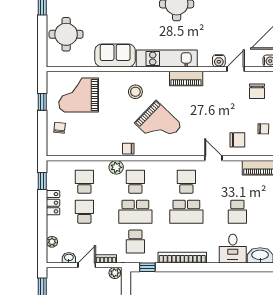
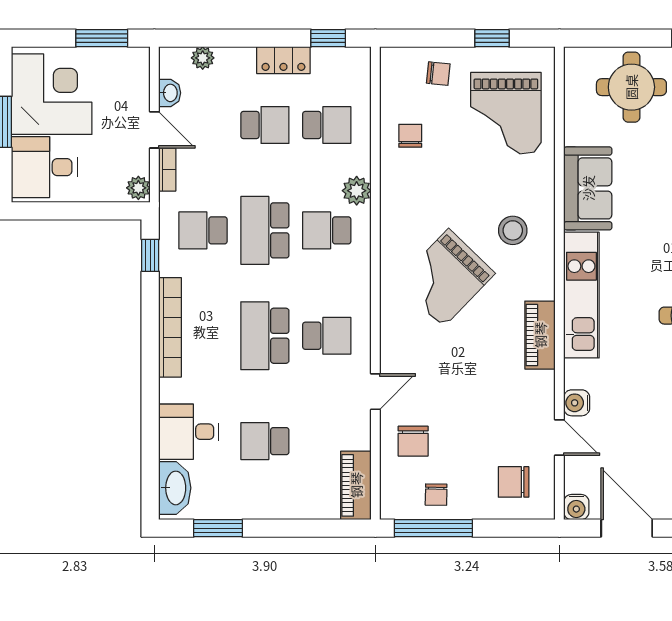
grand piano: (79, 95) -> (506, 113), turned 180
chair: (128, 149) -> (410, 136), moved
school desk: (135, 182) -> (327, 230), turned 180

